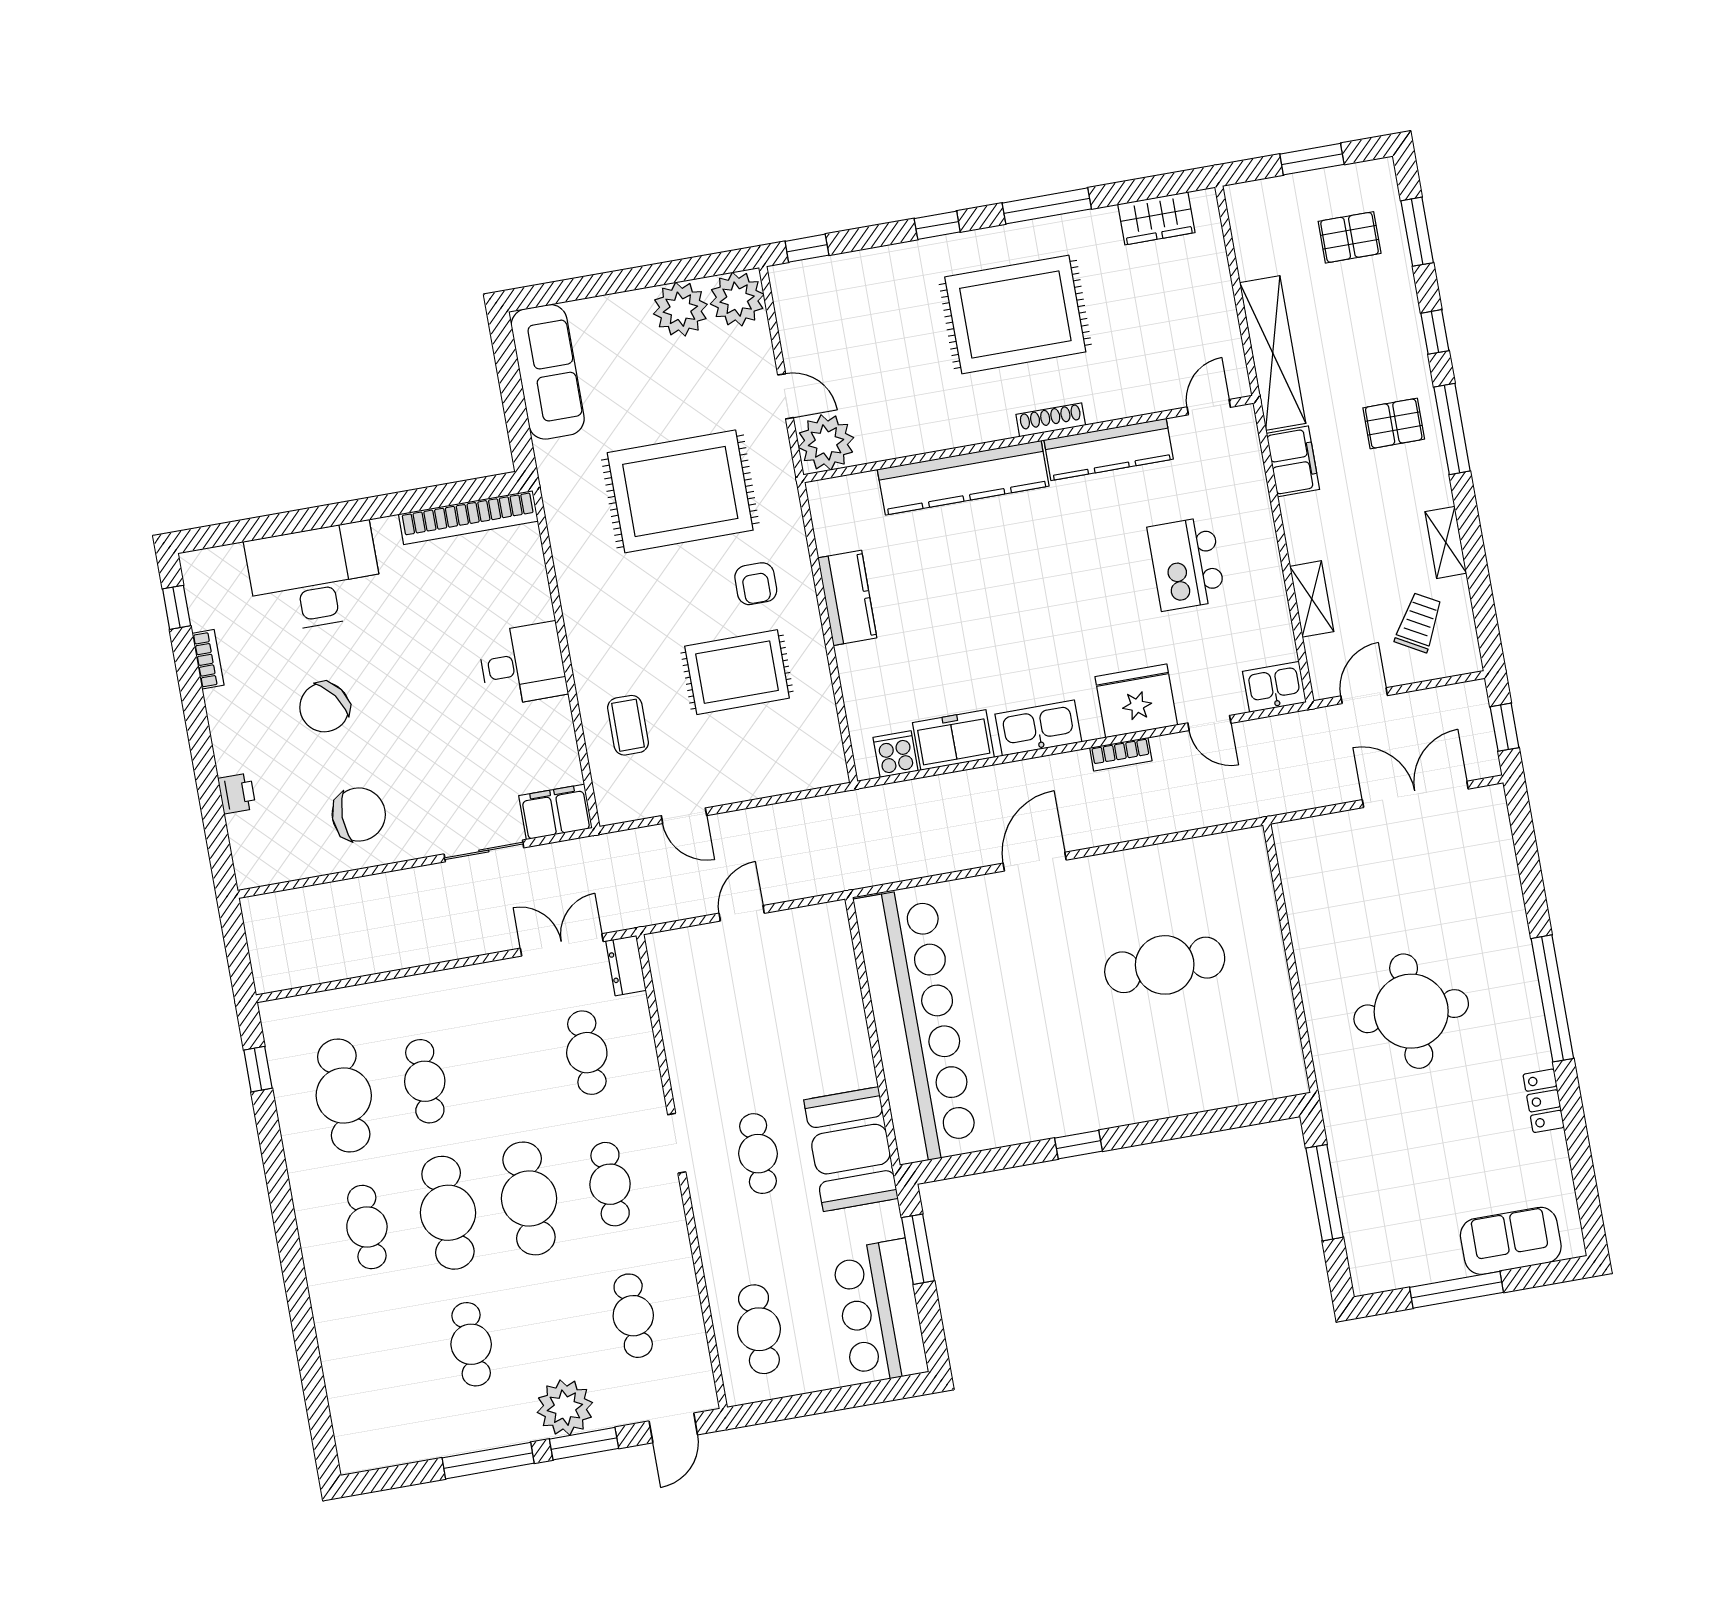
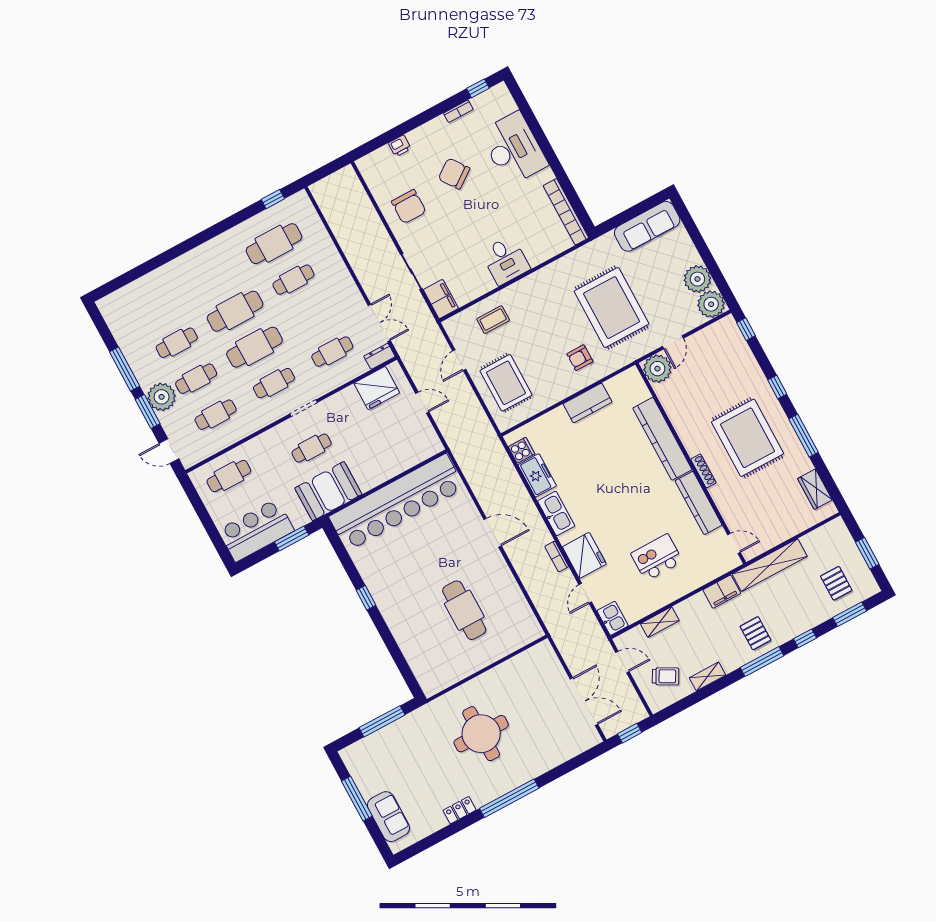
rug: (737, 672) -> (506, 383), moved
fridge: (685, 991) -> (377, 388), added
cafe table: (367, 1227) -> (196, 379), moved

